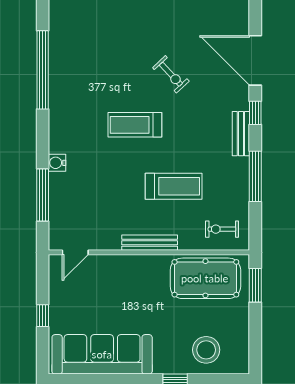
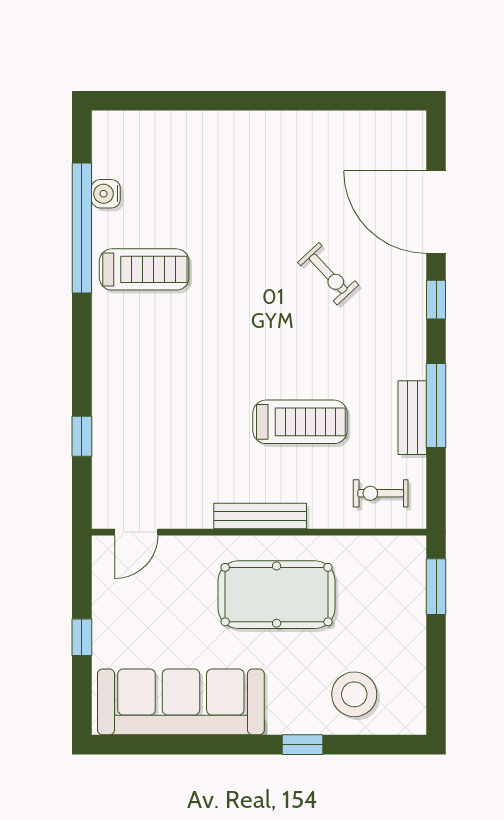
exercise bike: (171, 74) -> (328, 274), moved
treadmill: (135, 125) -> (144, 269), moved, turned 180
bench: (241, 134) -> (412, 418), moved
water cooler: (57, 163) -> (106, 194), moved
window: (43, 195) -> (82, 436), width x0.46
pool table: (205, 278) -> (277, 595), moved

